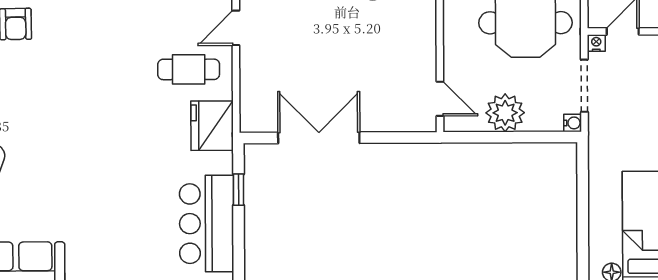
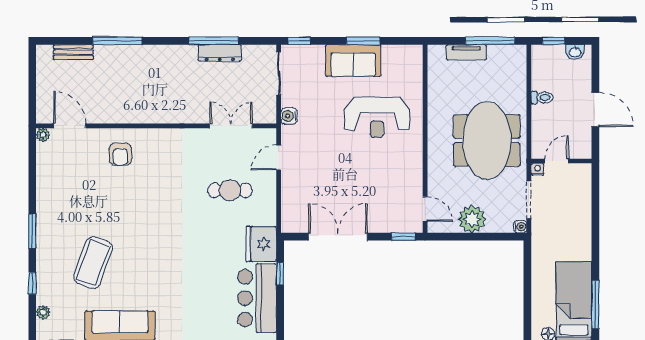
cafe table: (189, 69) -> (230, 190), moved
fridge: (212, 126) -> (261, 244), moved
window: (410, 137) -> (403, 237), added

